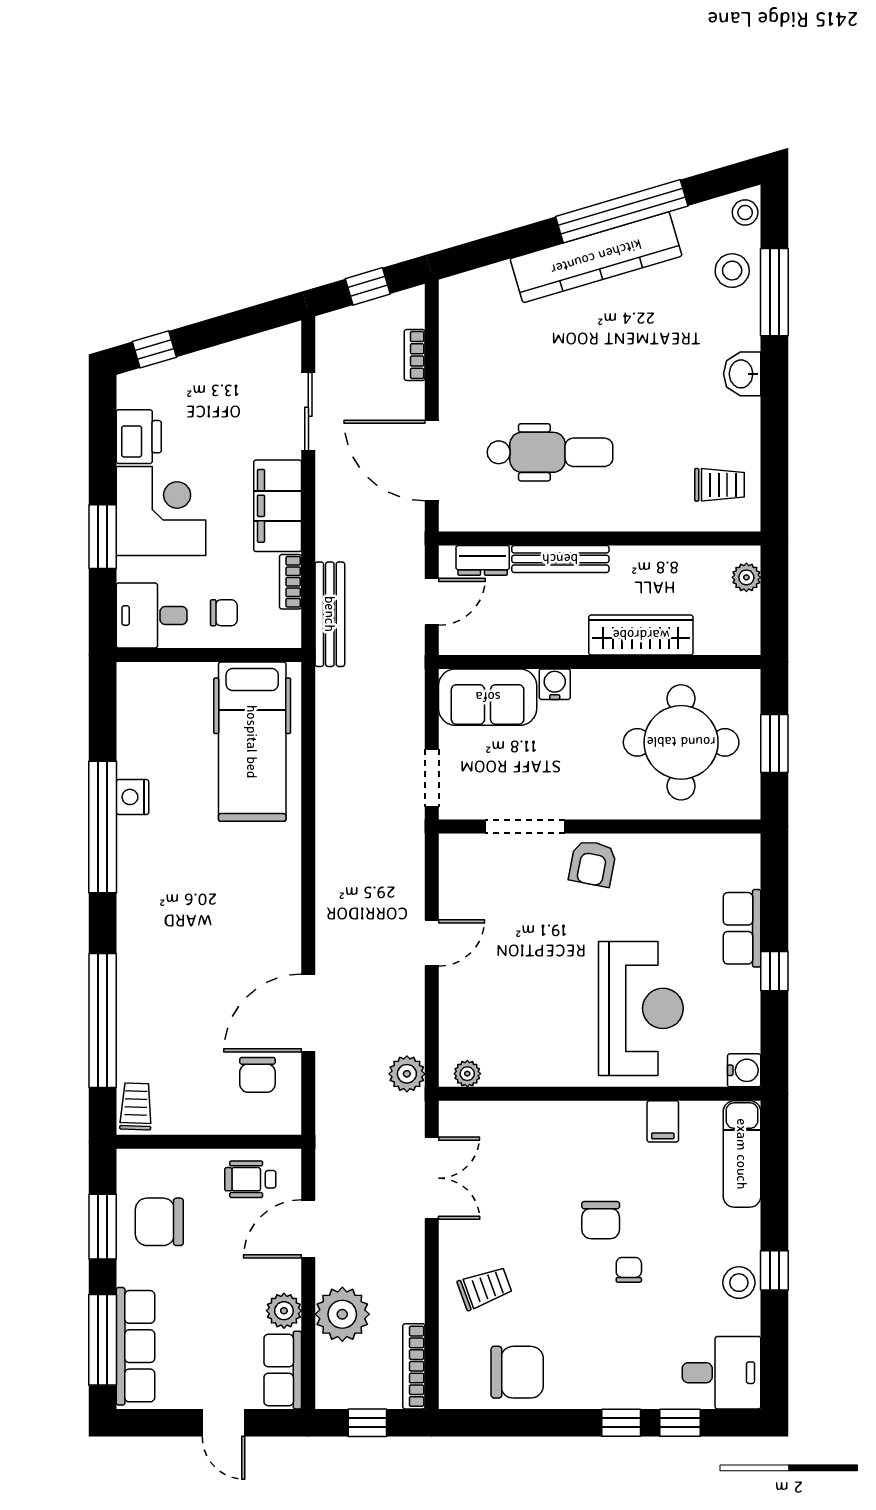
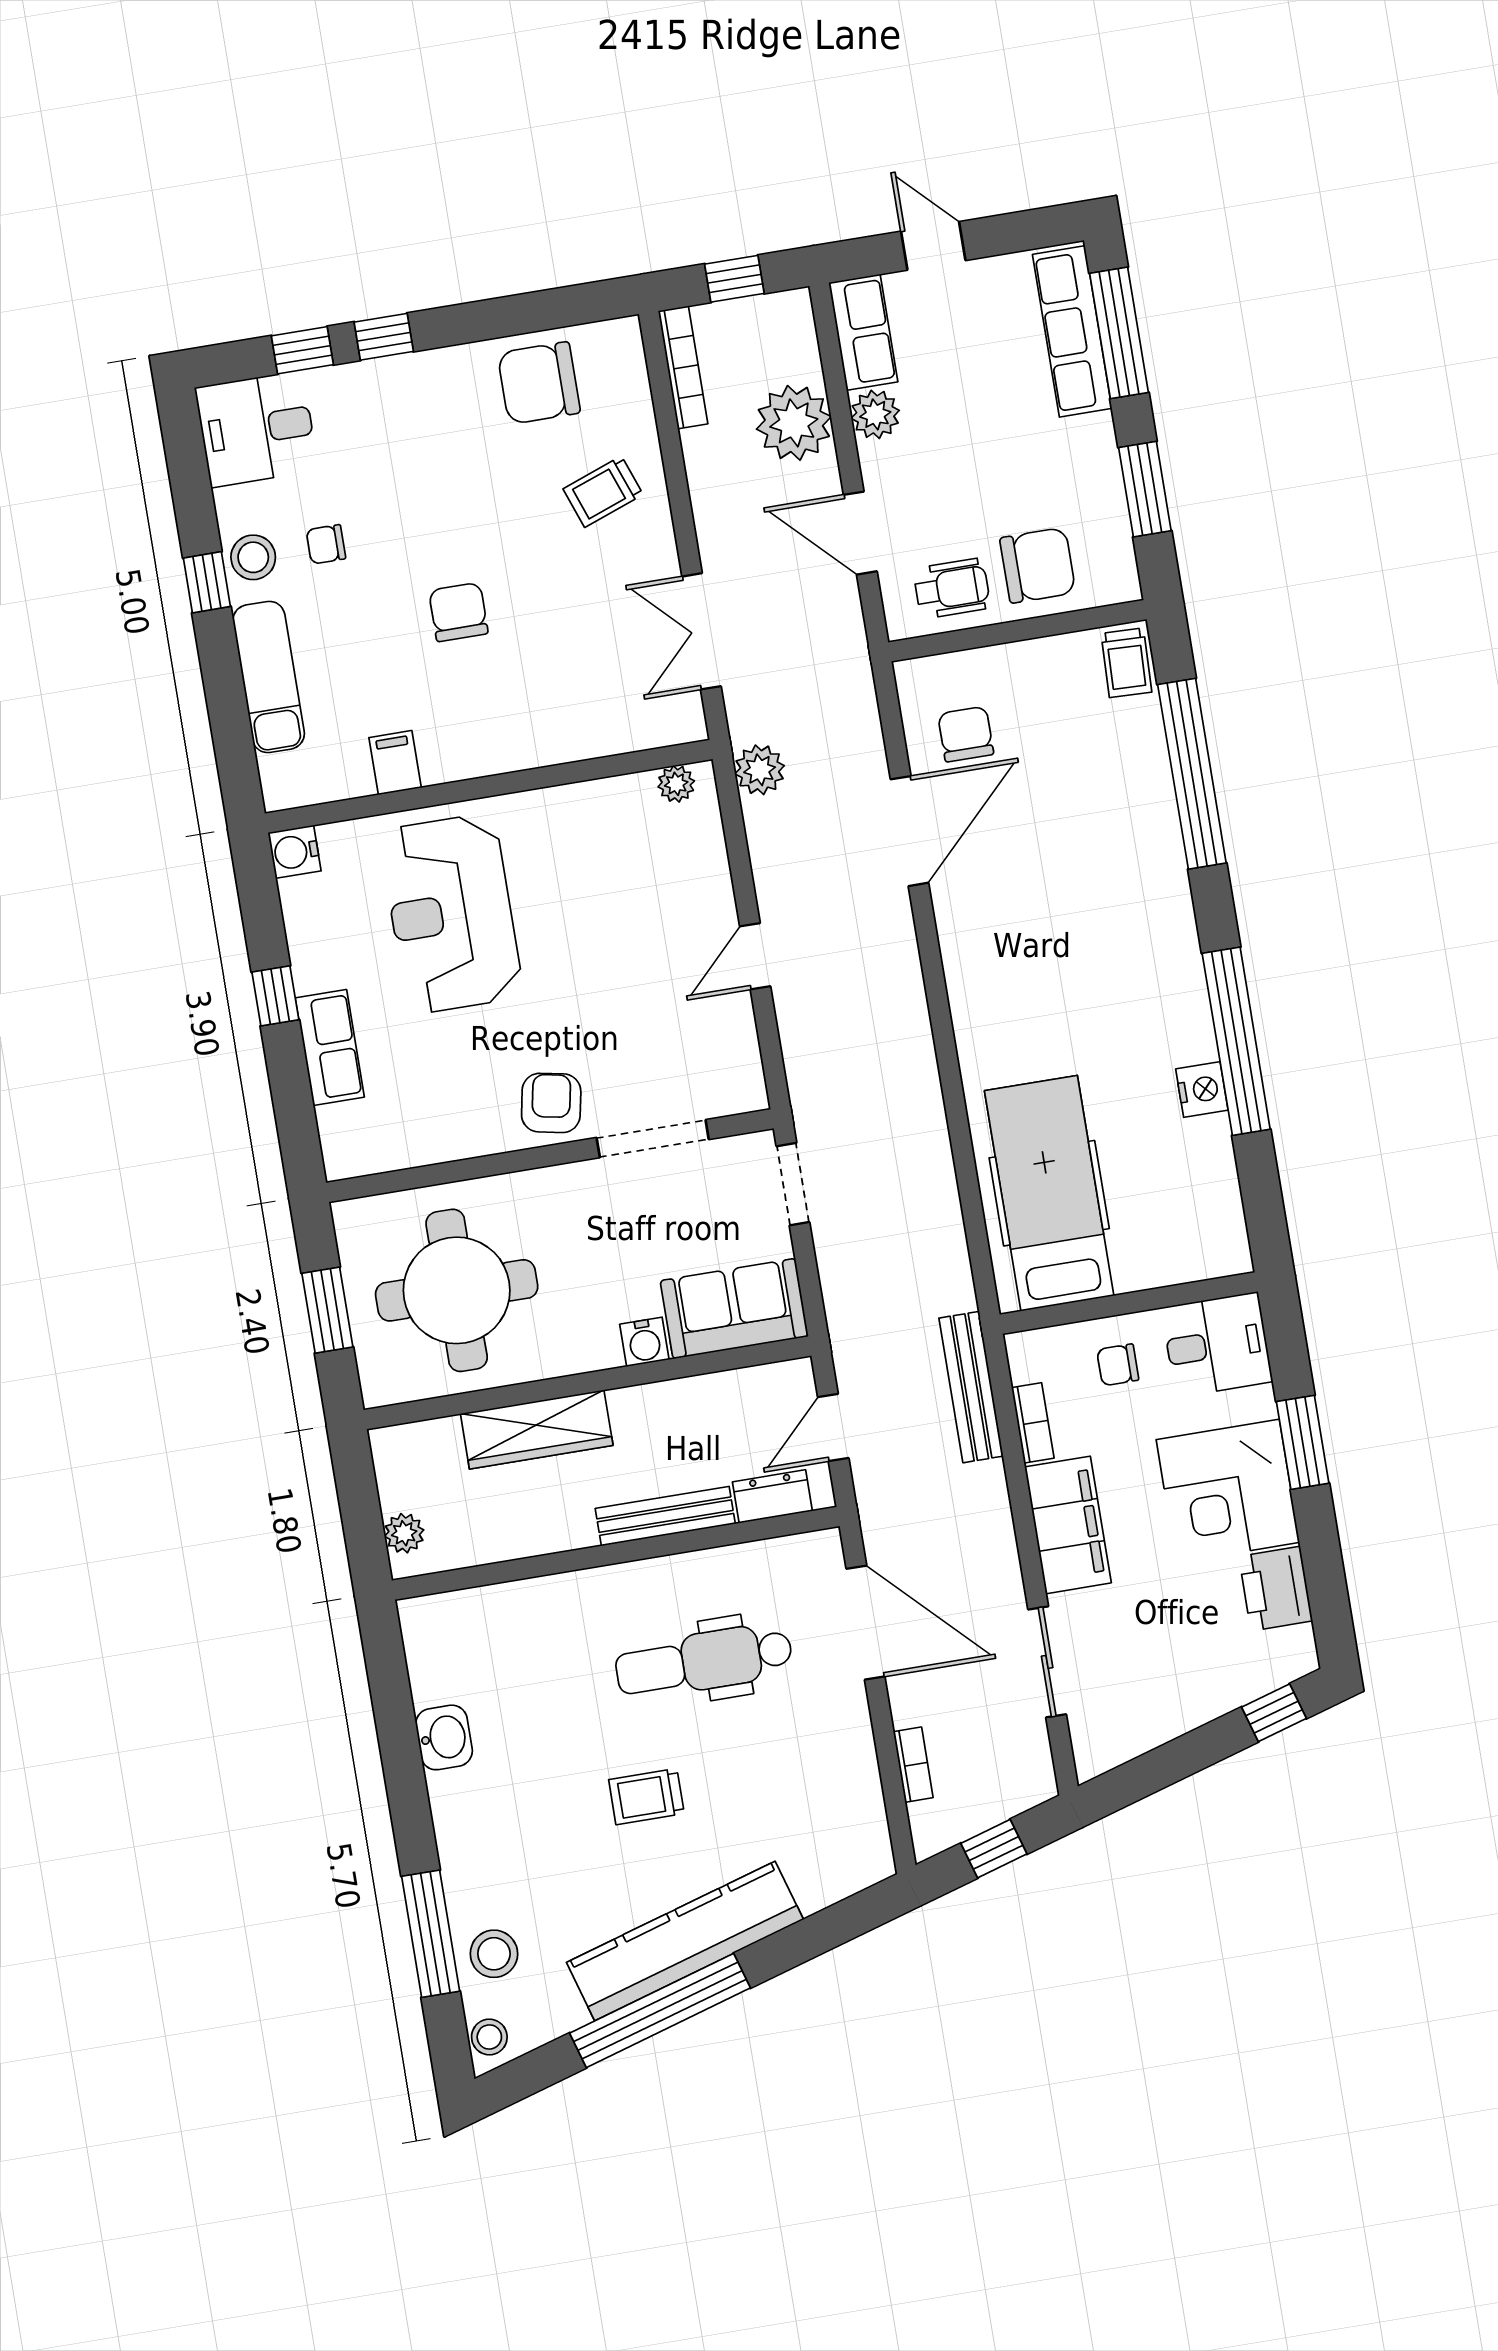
washbasin: (742, 374) -> (444, 1737), moved
trolley: (719, 485) -> (646, 1797), moved
exam couch: (742, 1154) -> (269, 677), moved
chair: (159, 1222) -> (1038, 565), moved
door: (308, 1229) -> (860, 533), swing flipped
chair: (629, 1270) -> (326, 544), moved, turned 90

